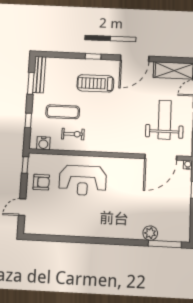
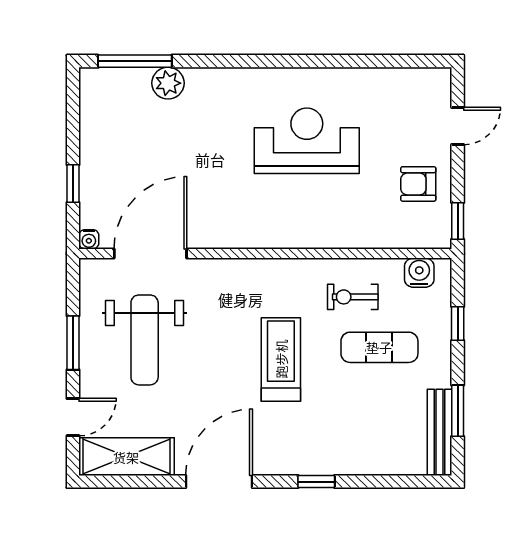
treadmill: (95, 83) -> (281, 359), moved, turned -90
reception desk: (83, 180) -> (307, 141), moved

